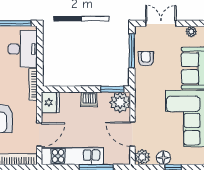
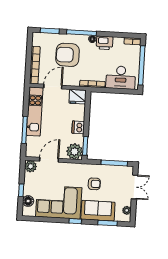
armchair: (146, 59) -> (94, 184), moved
door: (39, 135) -> (53, 87), swing flipped
floor lamp: (163, 158) -> (28, 201), moved

